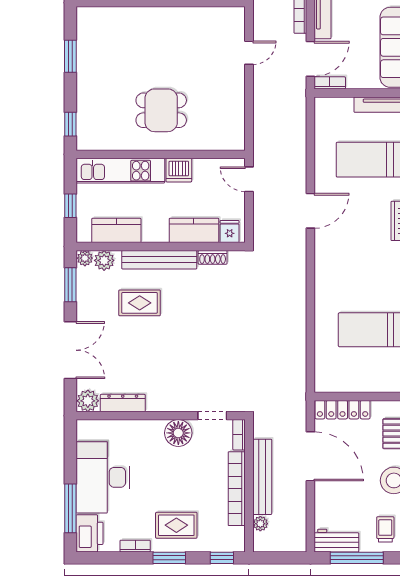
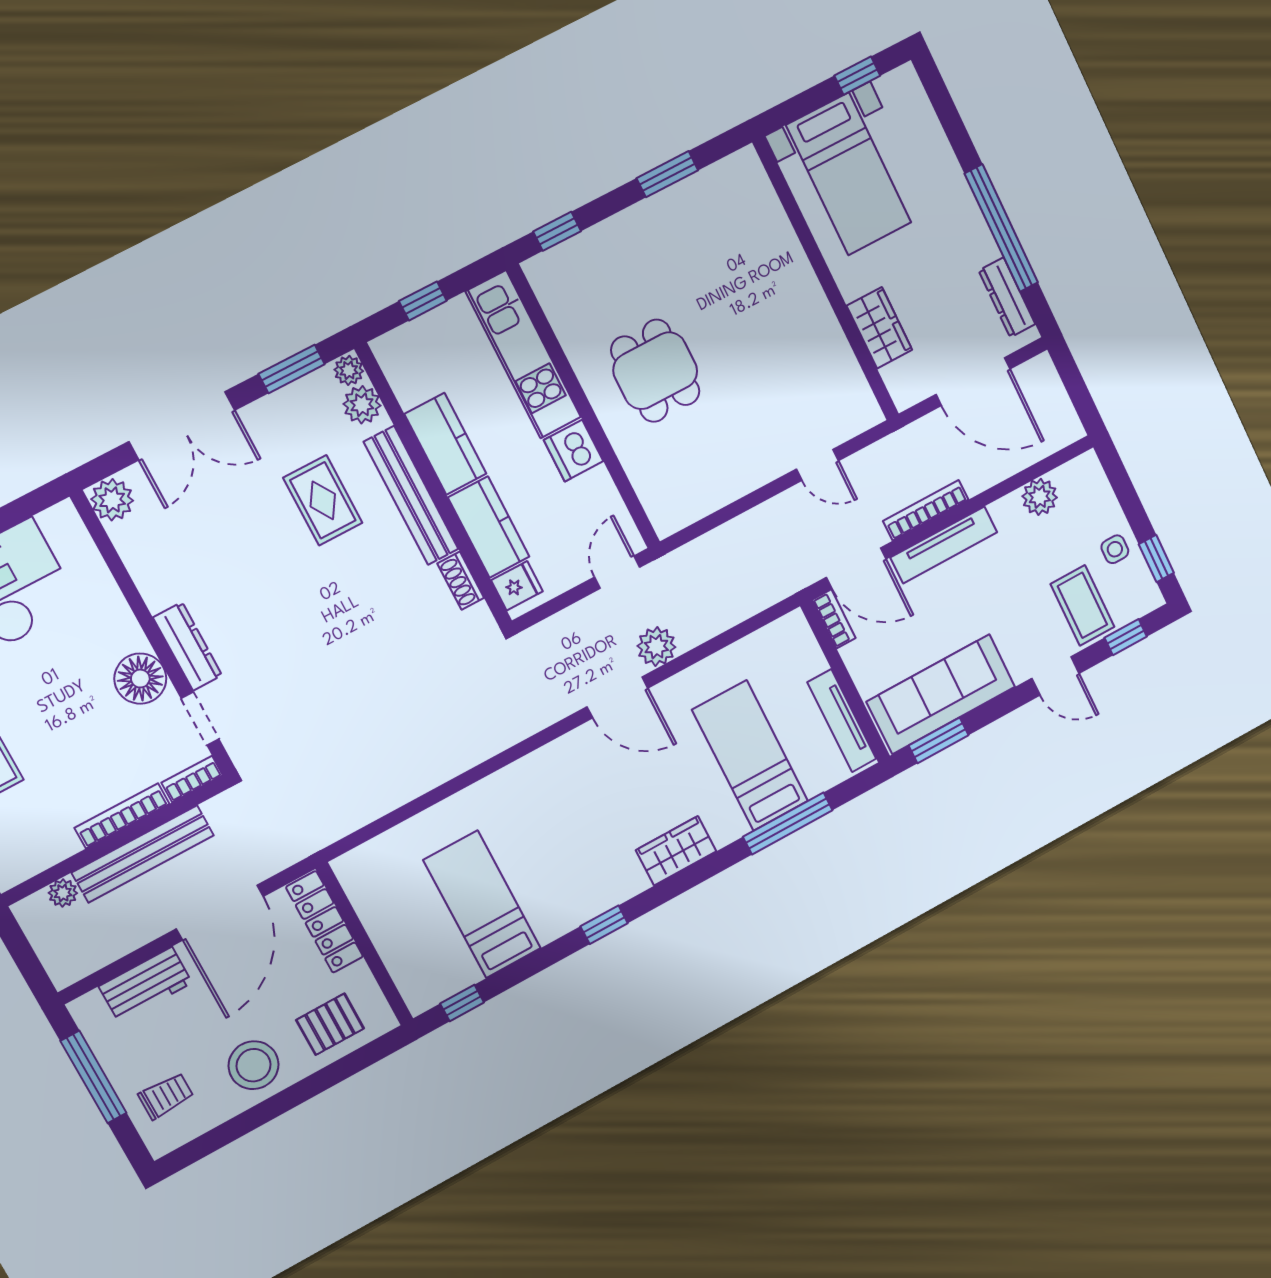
plant: (296, 179) -> (656, 647), added
kitchen counter: (116, 230) -> (445, 444), moved
dresser: (123, 403) -> (188, 646), moved
bookcase: (237, 489) -> (122, 816), width x0.68, depth x0.76
workbench: (336, 541) -> (145, 985), moved, turned 90

